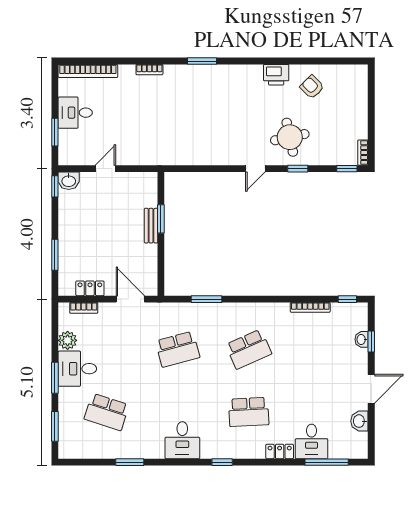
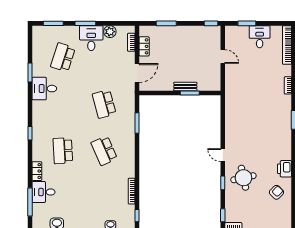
washbasin: (69, 181) -> (215, 32), removed
desk: (182, 440) -> (44, 89), moved

